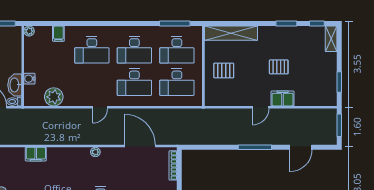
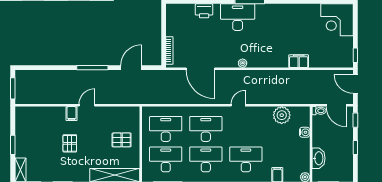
pallet: (279, 67) -> (70, 143), turned 90
window: (339, 82) -> (13, 145), moved
washbasin: (15, 85) -> (318, 158), moved
filing cabinet: (283, 98) -> (72, 114), width x0.50
door: (301, 147) -> (131, 68), moved

